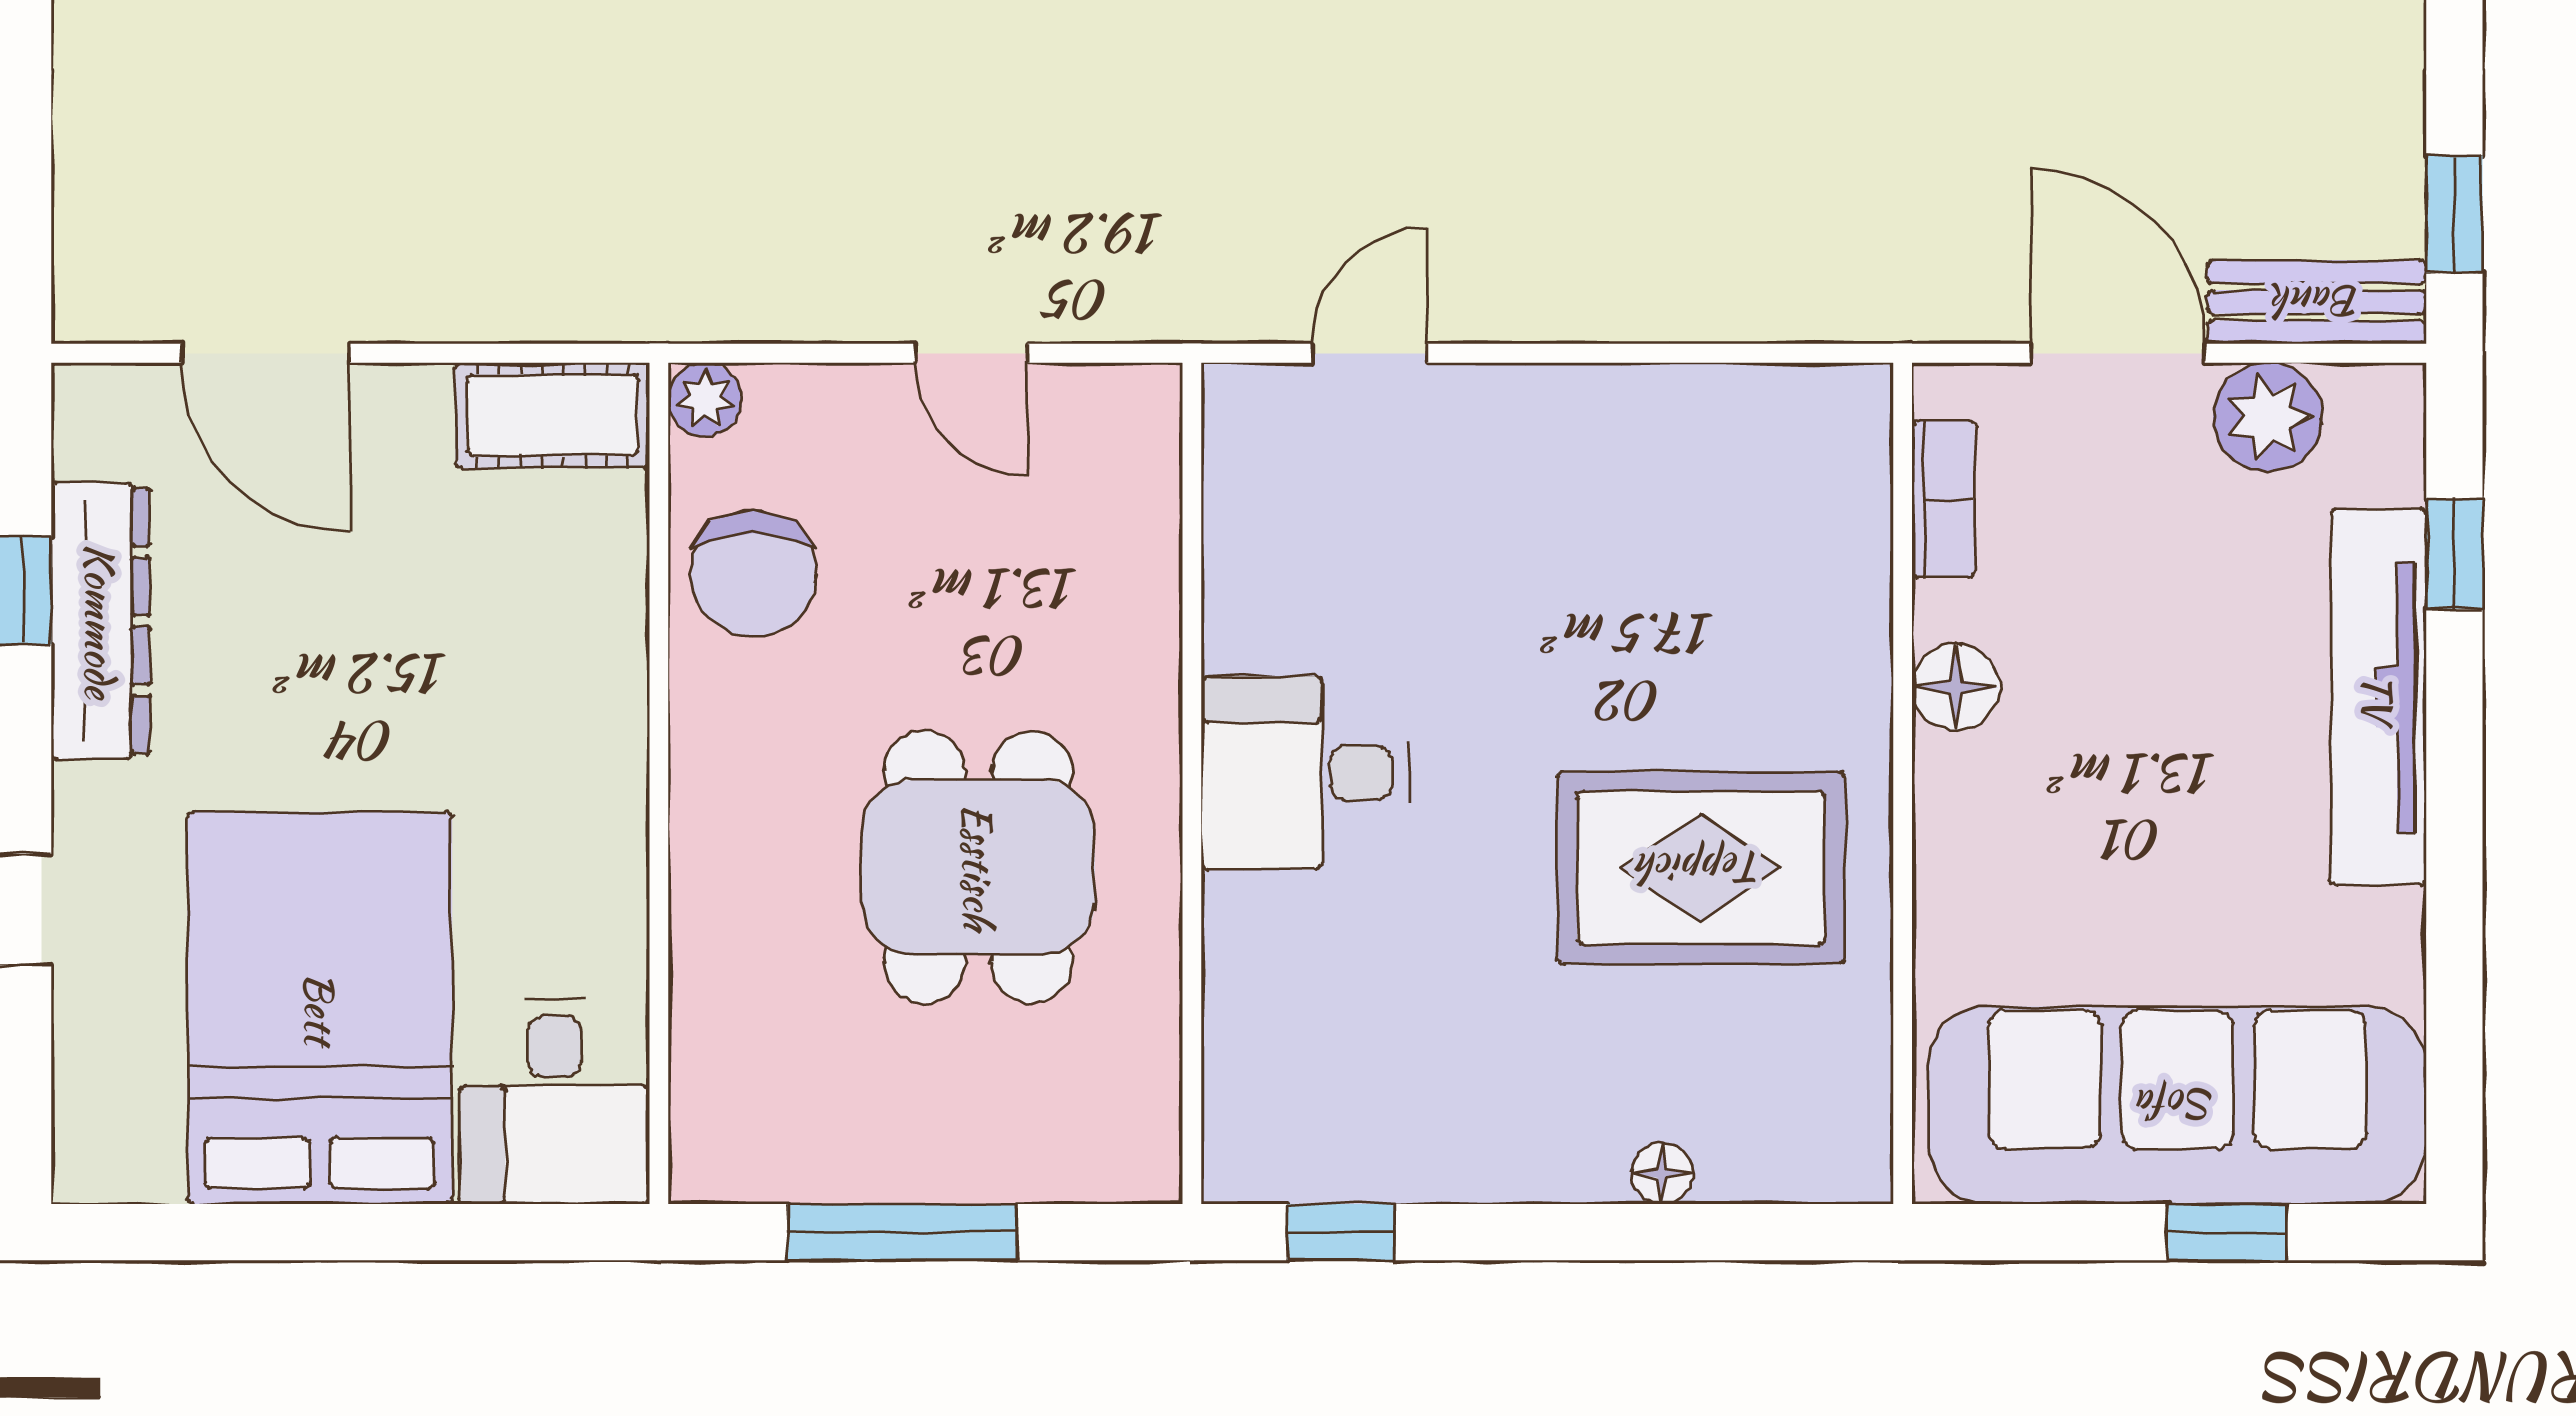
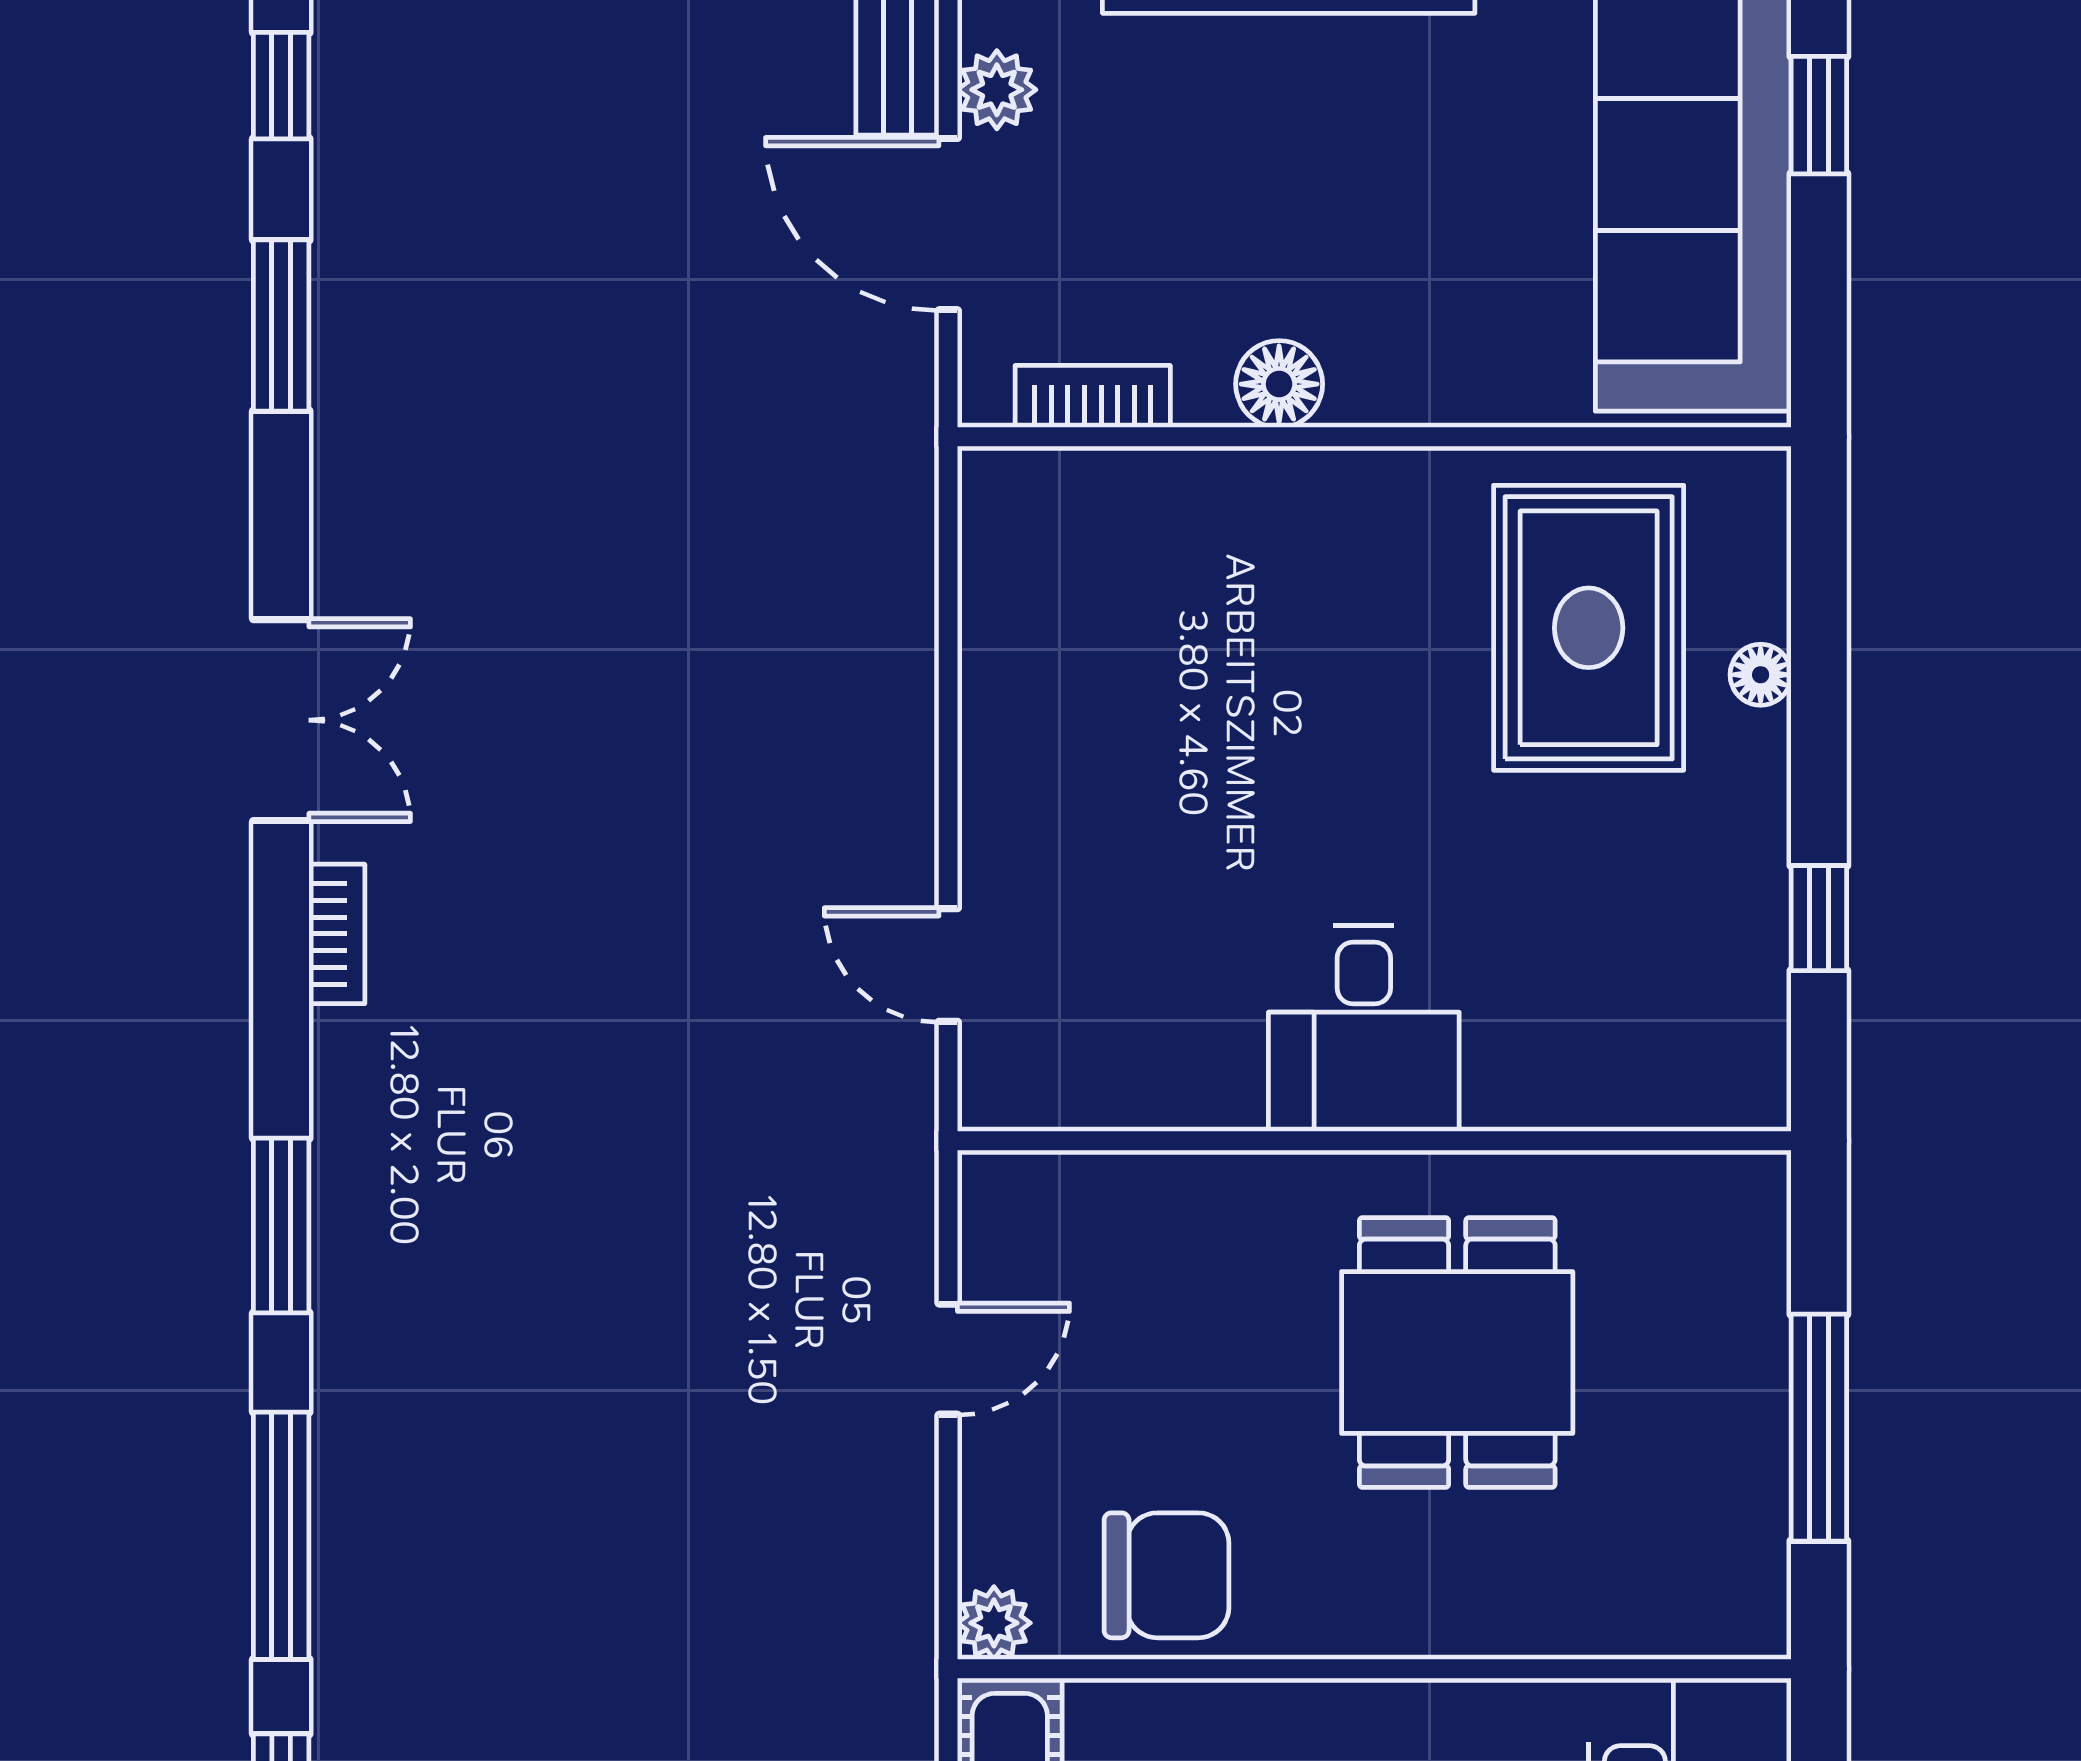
door: (2117, 353) -> (948, 224), hinge flipped
plant: (2268, 417) -> (997, 90), width x0.73, depth x0.73
dining table: (978, 867) -> (1457, 1353), turned 90
rug: (1701, 868) -> (1589, 628), moved
window: (1340, 1232) -> (1819, 918), moved

